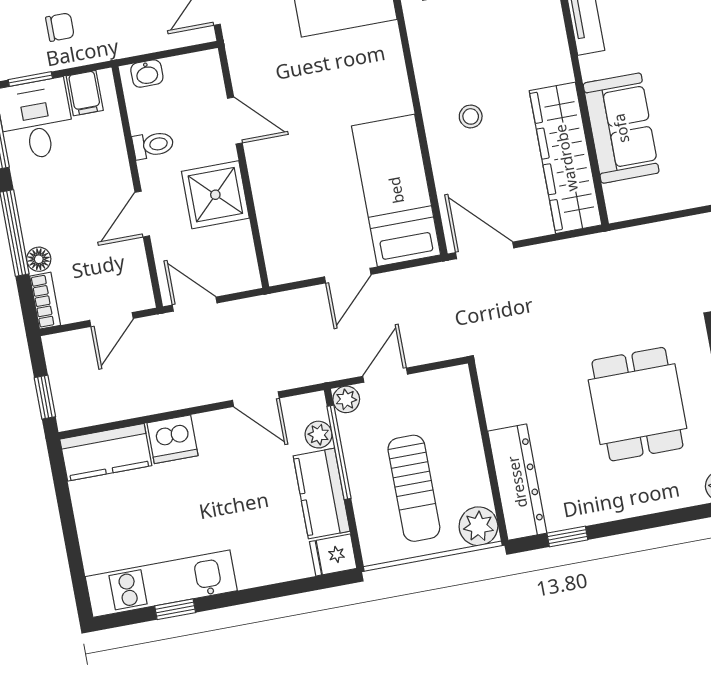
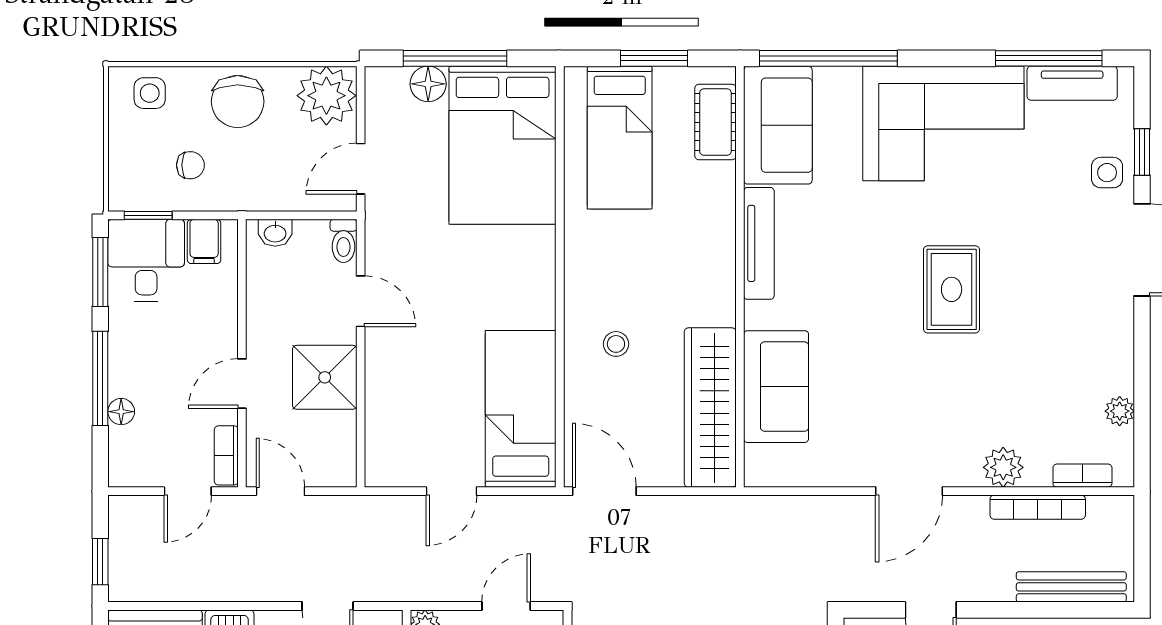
toilet: (153, 145) -> (343, 241), moved, turned 90
bookcase: (45, 301) -> (226, 455), moved, turned 180
door: (385, 375) -> (506, 606), moved

